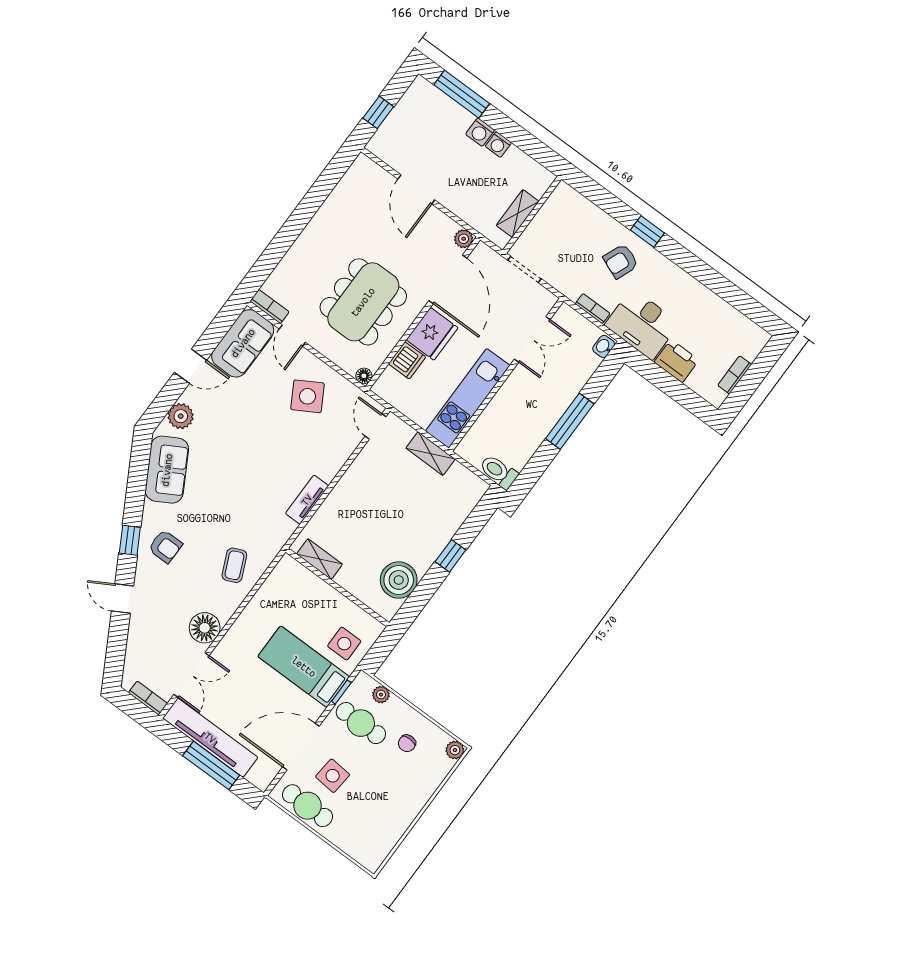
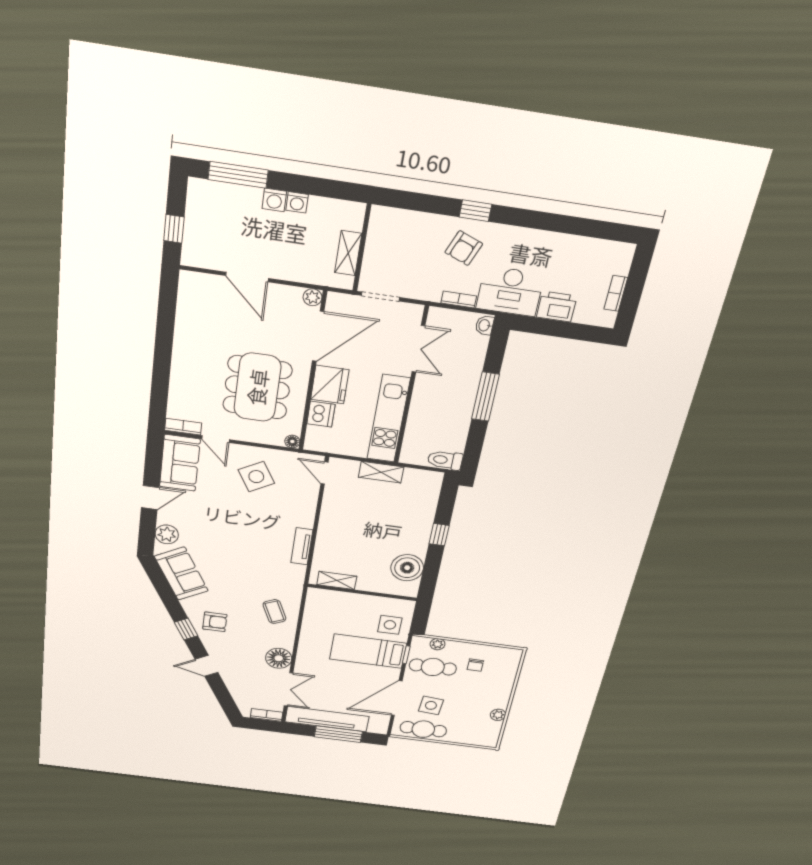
door: (448, 279) -> (318, 336), hinge flipped
plant: (455, 750) -> (498, 715), moved

